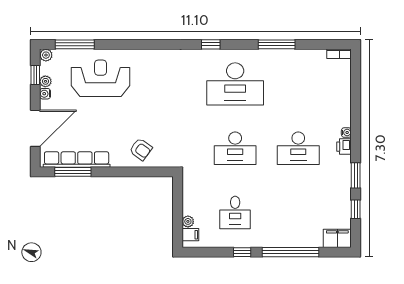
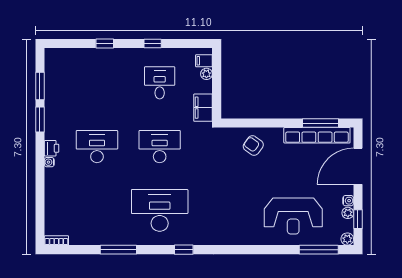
window: (356, 209) -> (40, 86), width x1.50
filing cabinet: (337, 238) -> (203, 108), moved, turned 90
window: (290, 252) -> (105, 44), width x0.32

